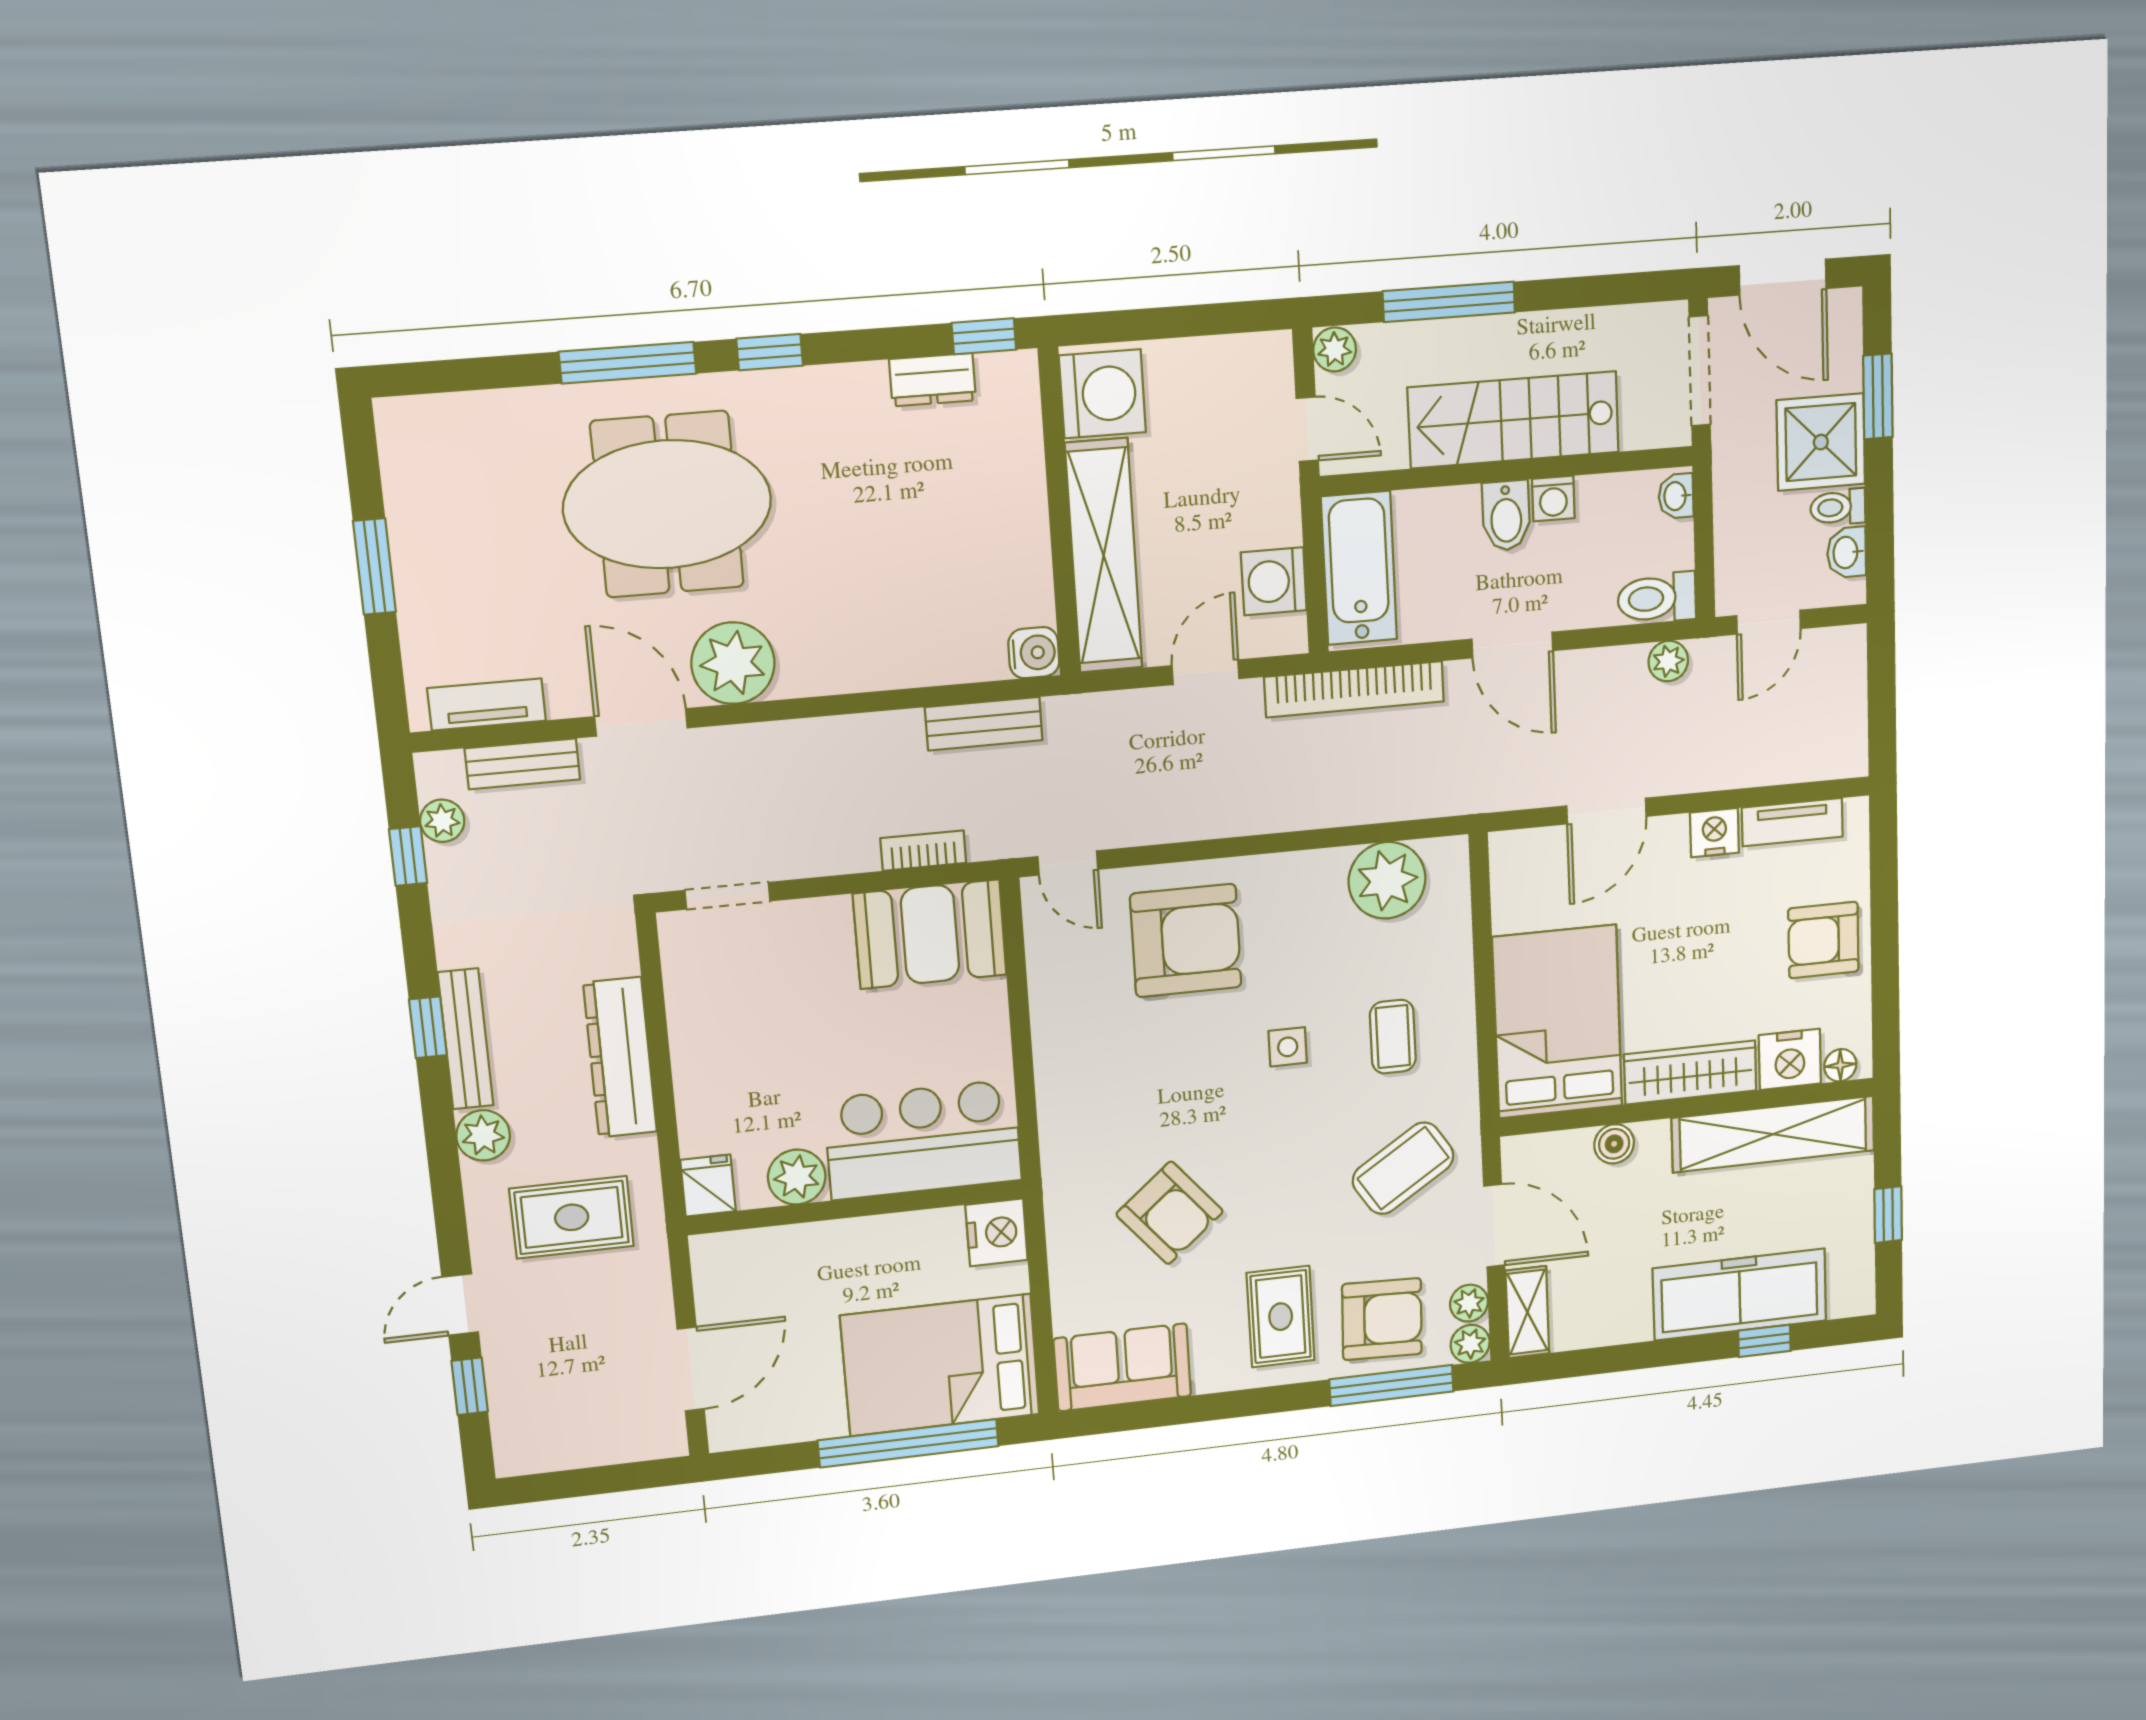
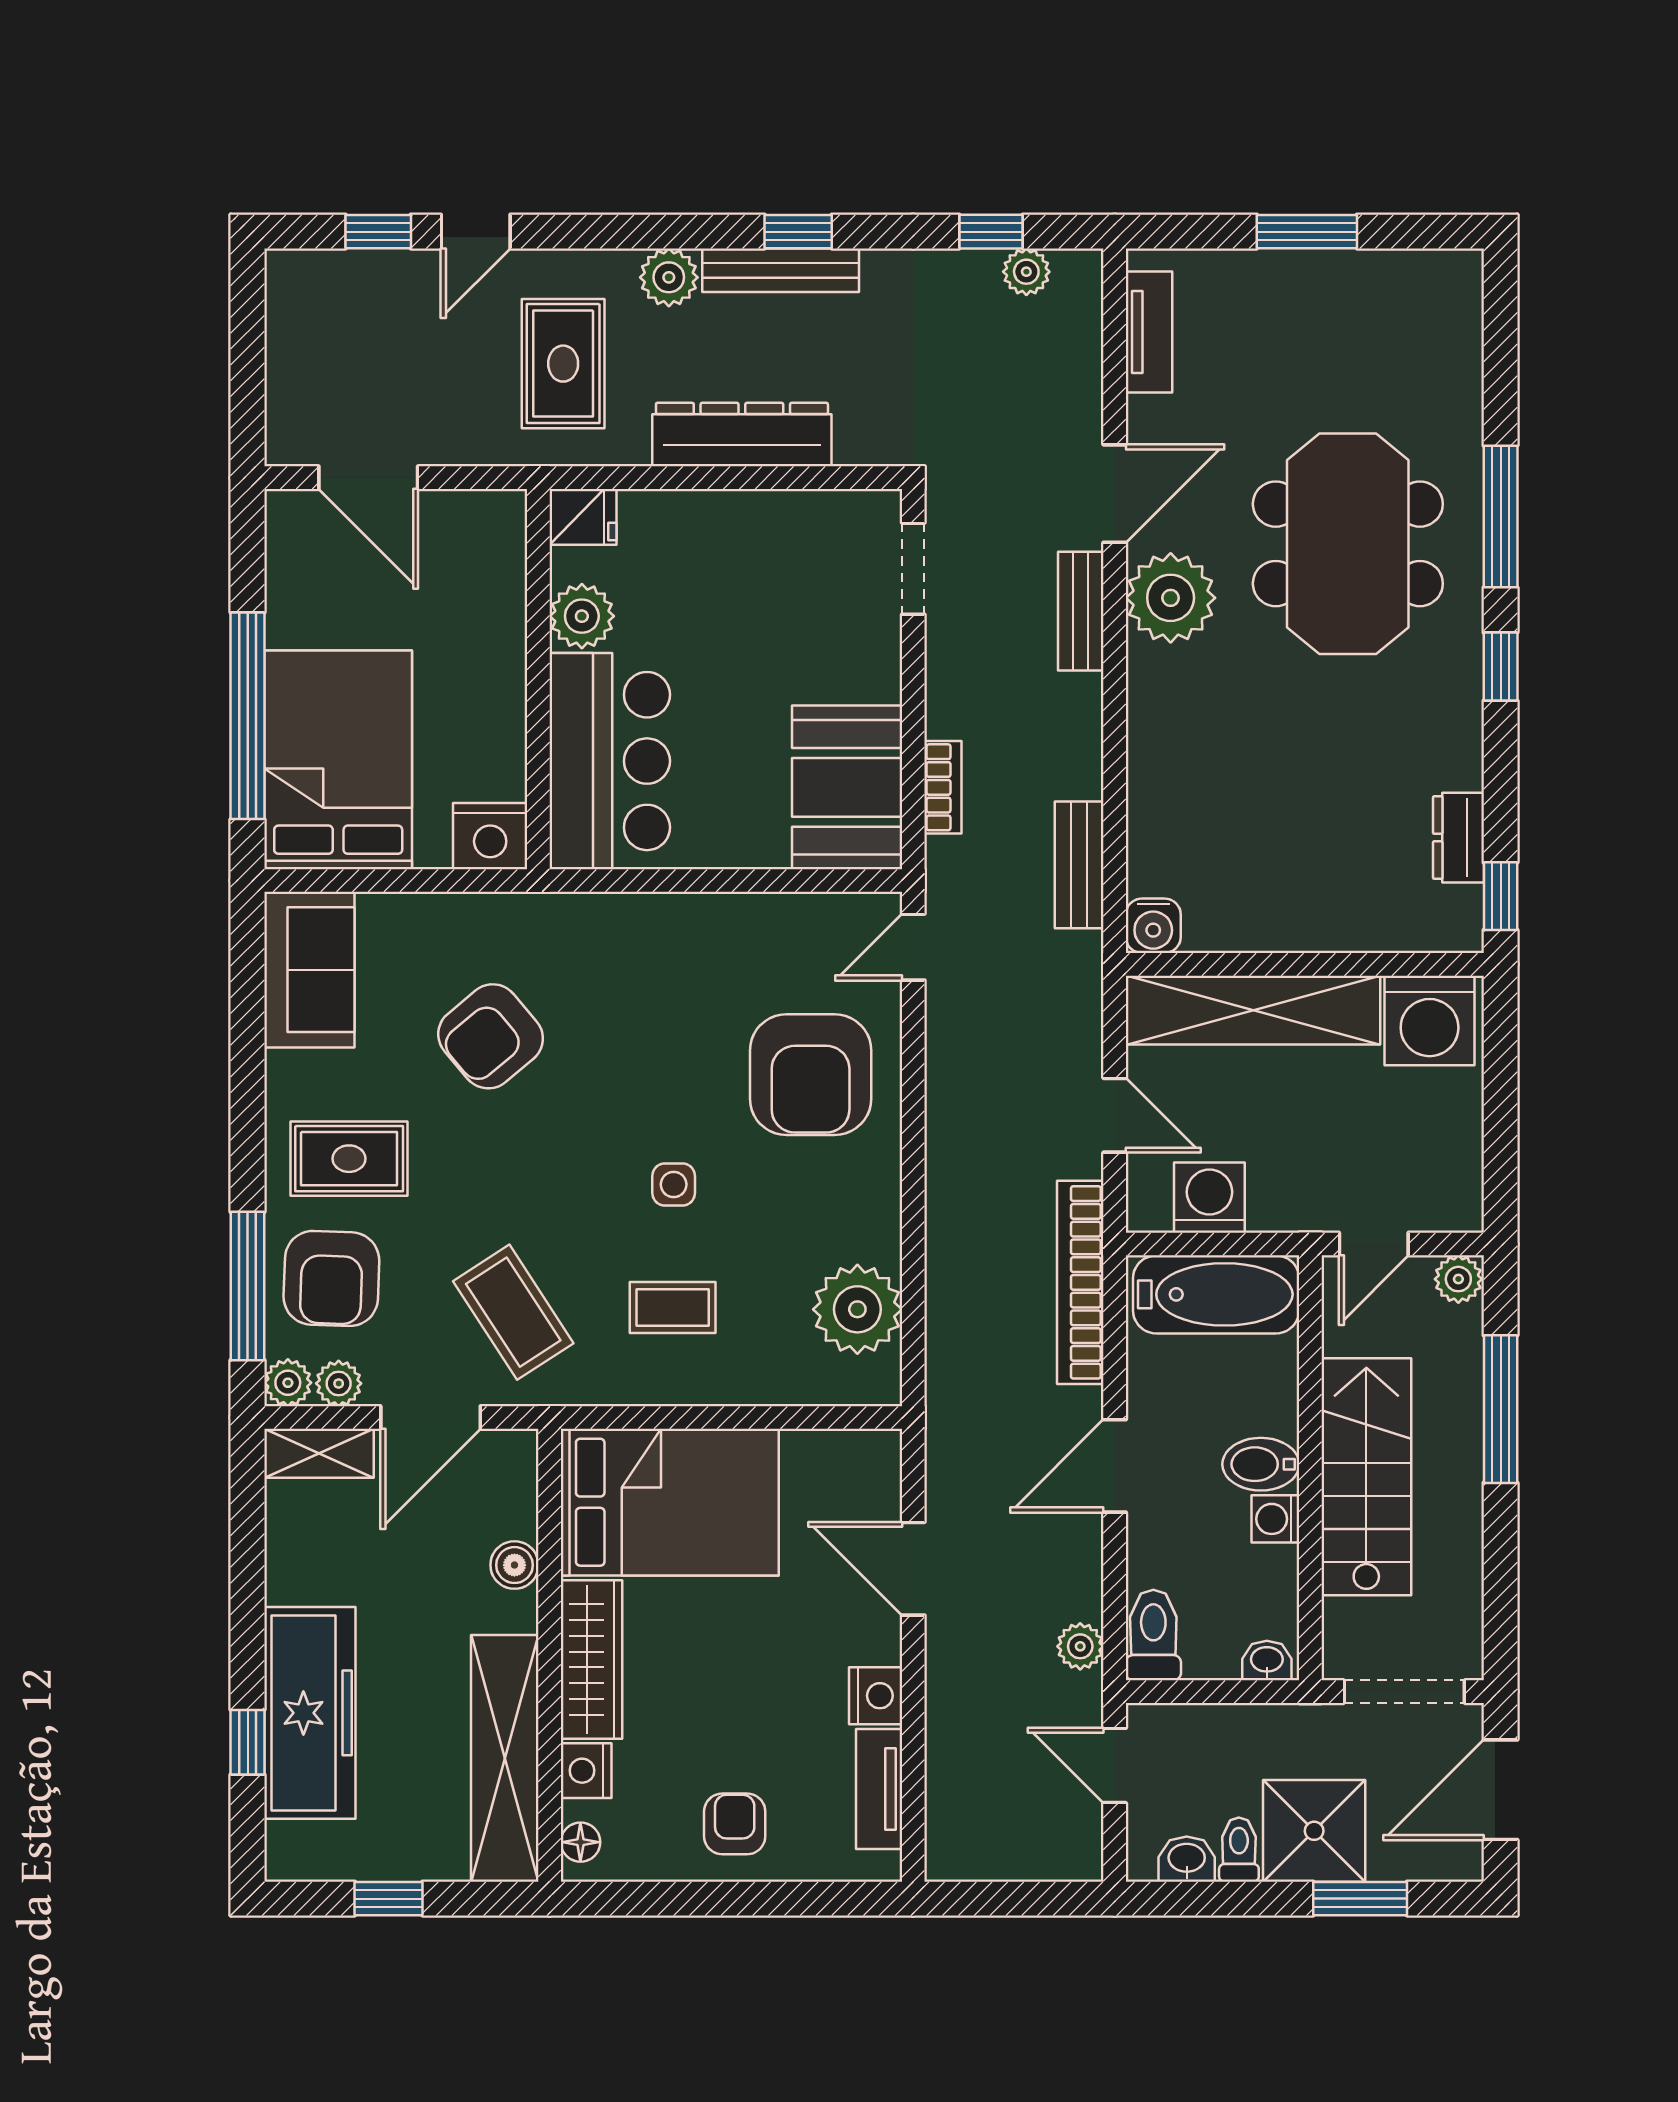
bench: (522, 764) -> (1081, 611), moved
armchair: (1823, 940) -> (735, 1824), width x0.72, depth x0.72
nightstand: (1790, 1059) -> (586, 1771), width x0.74, depth x0.75
door: (460, 1305) -> (476, 232), swing flipped

